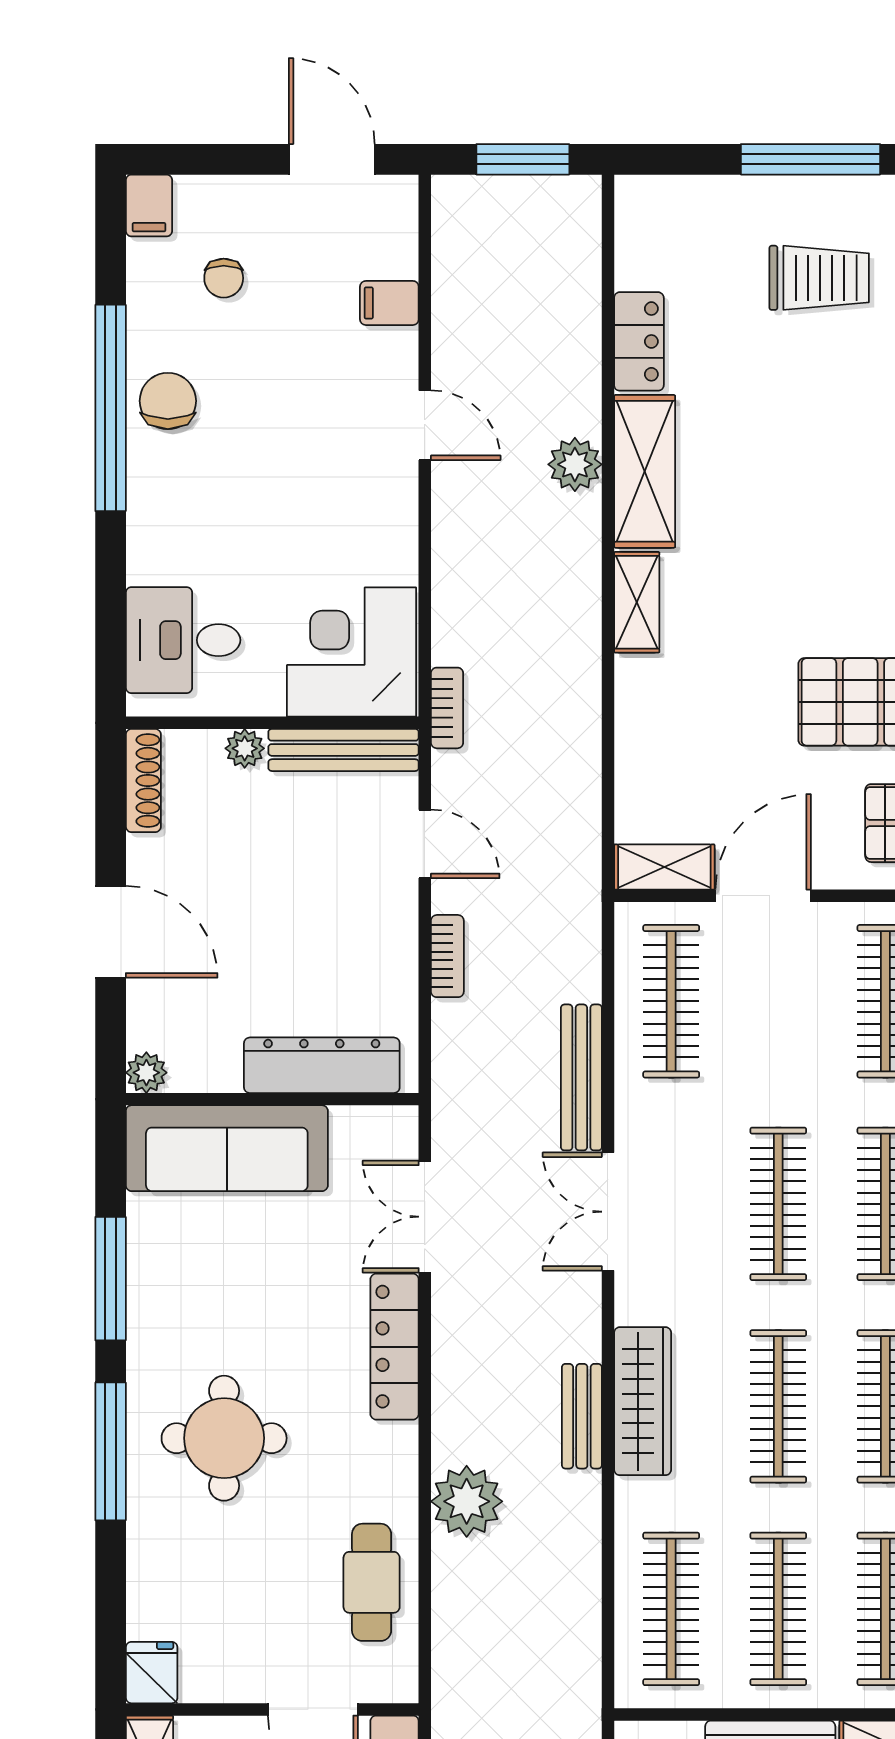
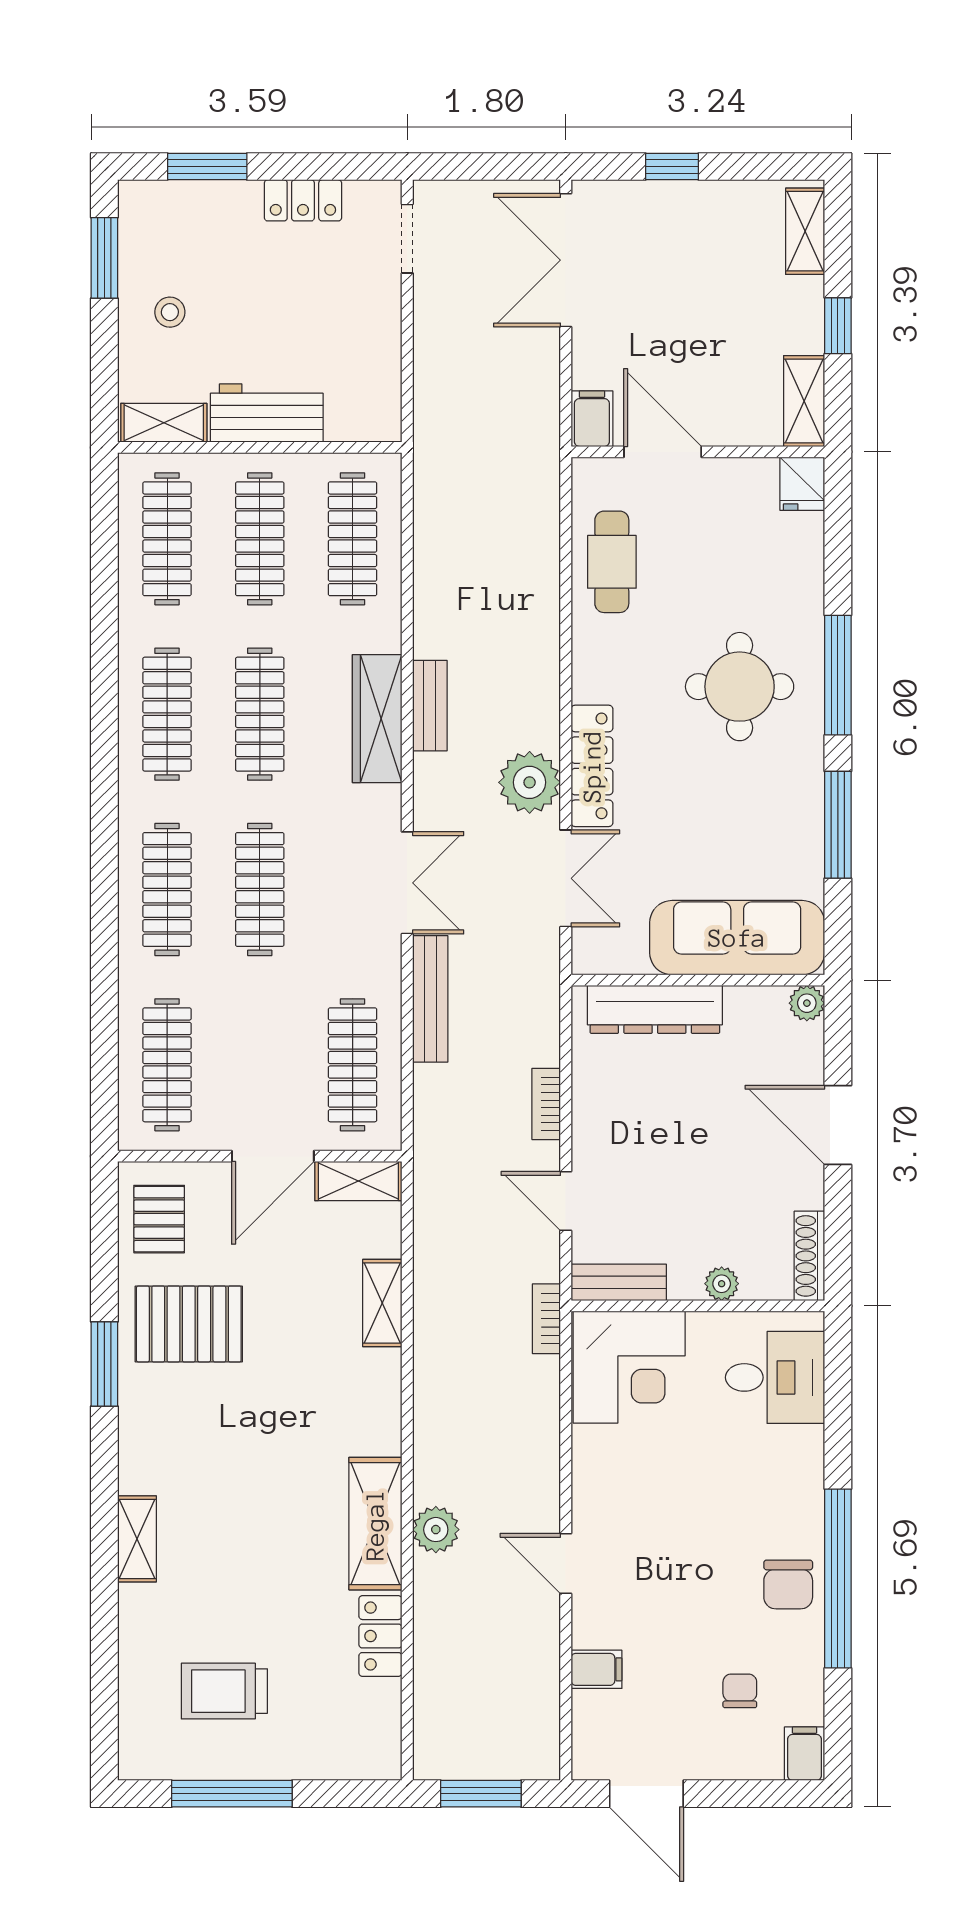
shelving: (637, 602) -> (382, 1303), moved
bench: (344, 750) -> (619, 1282), width x0.73
plant: (467, 1501) -> (530, 782), moved

